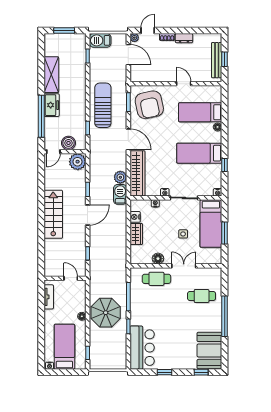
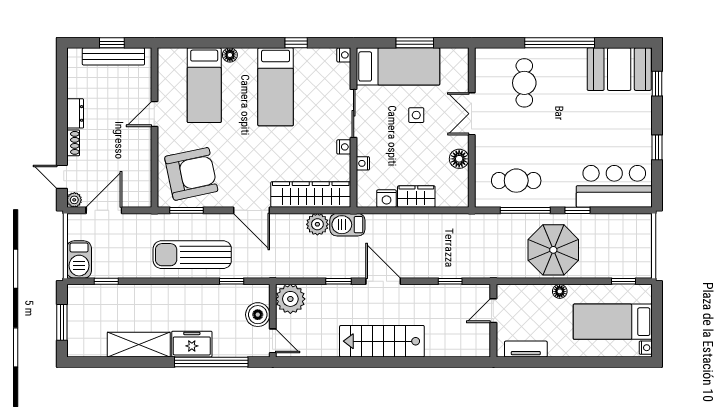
door: (128, 139) -> (251, 210), swing flipped
cafe table: (156, 279) -> (516, 181), moved, turned 90

